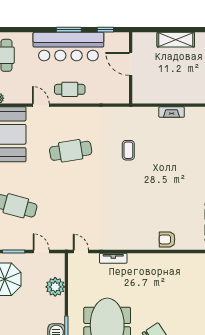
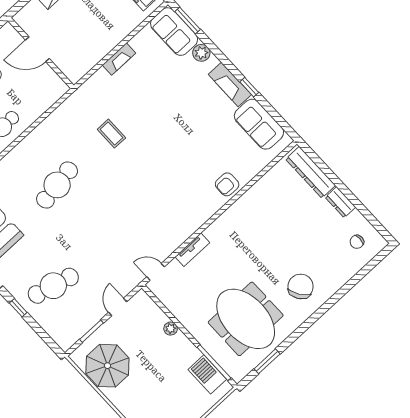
door: (41, 251) -> (118, 307), hinge flipped
plant: (55, 287) -> (171, 329), width x0.53, depth x0.53

